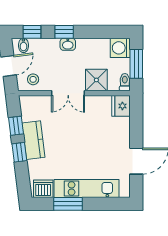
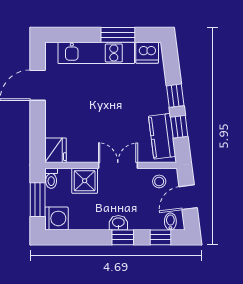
kitchen counter: (33, 140) -> (162, 136), moved

